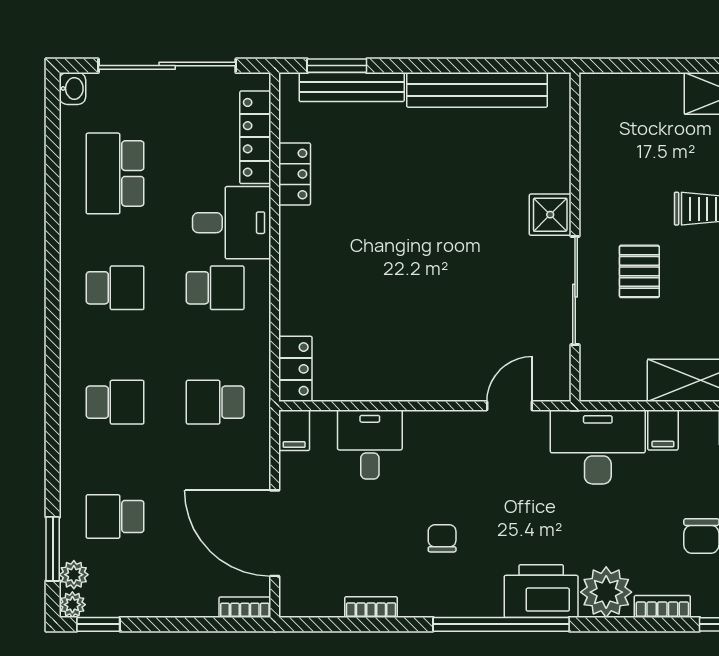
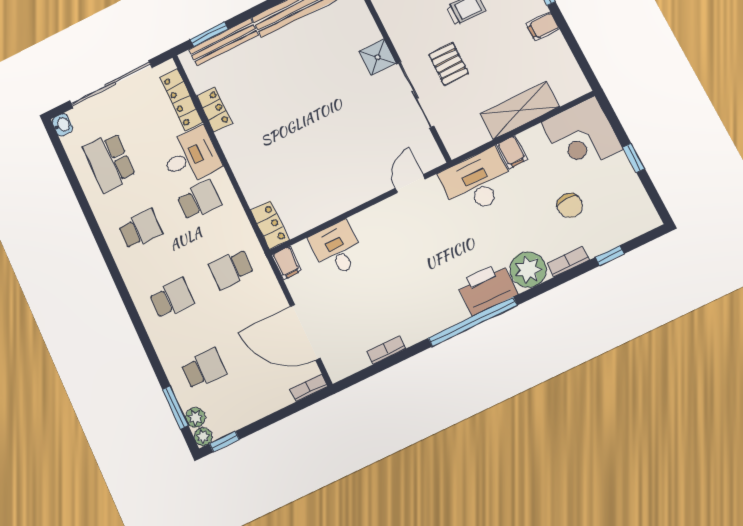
school desk: (115, 516) -> (204, 369), turned 180
chair: (442, 538) -> (409, 285), removed

